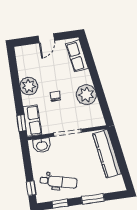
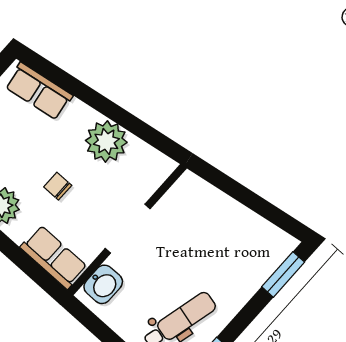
window: (21, 123) -> (39, 276), removed
kitchen counter: (107, 154) -> (220, 209), removed
window: (93, 199) -> (283, 274), moved

